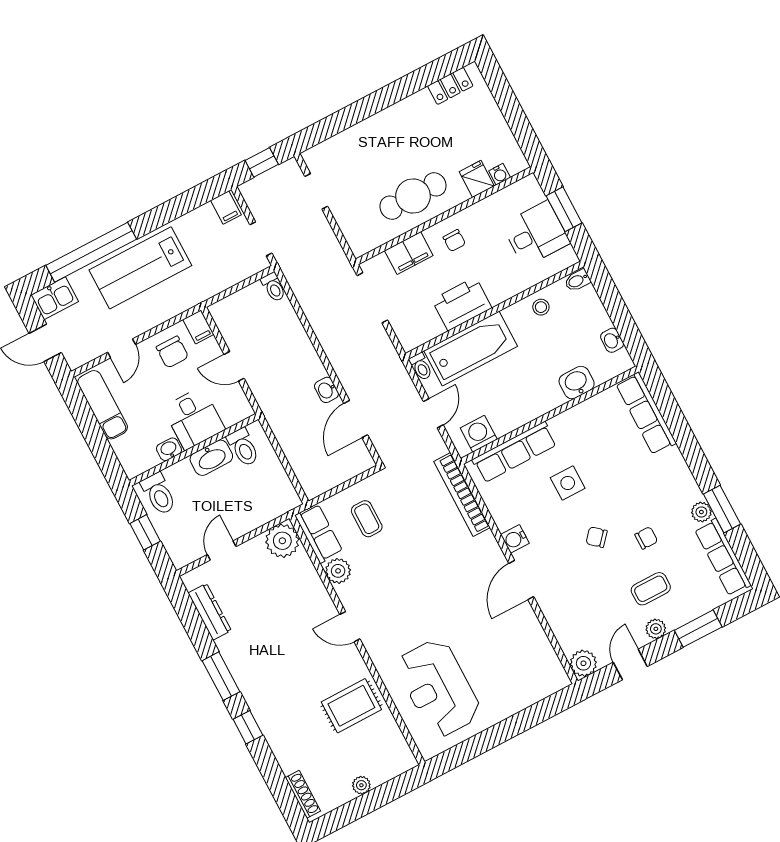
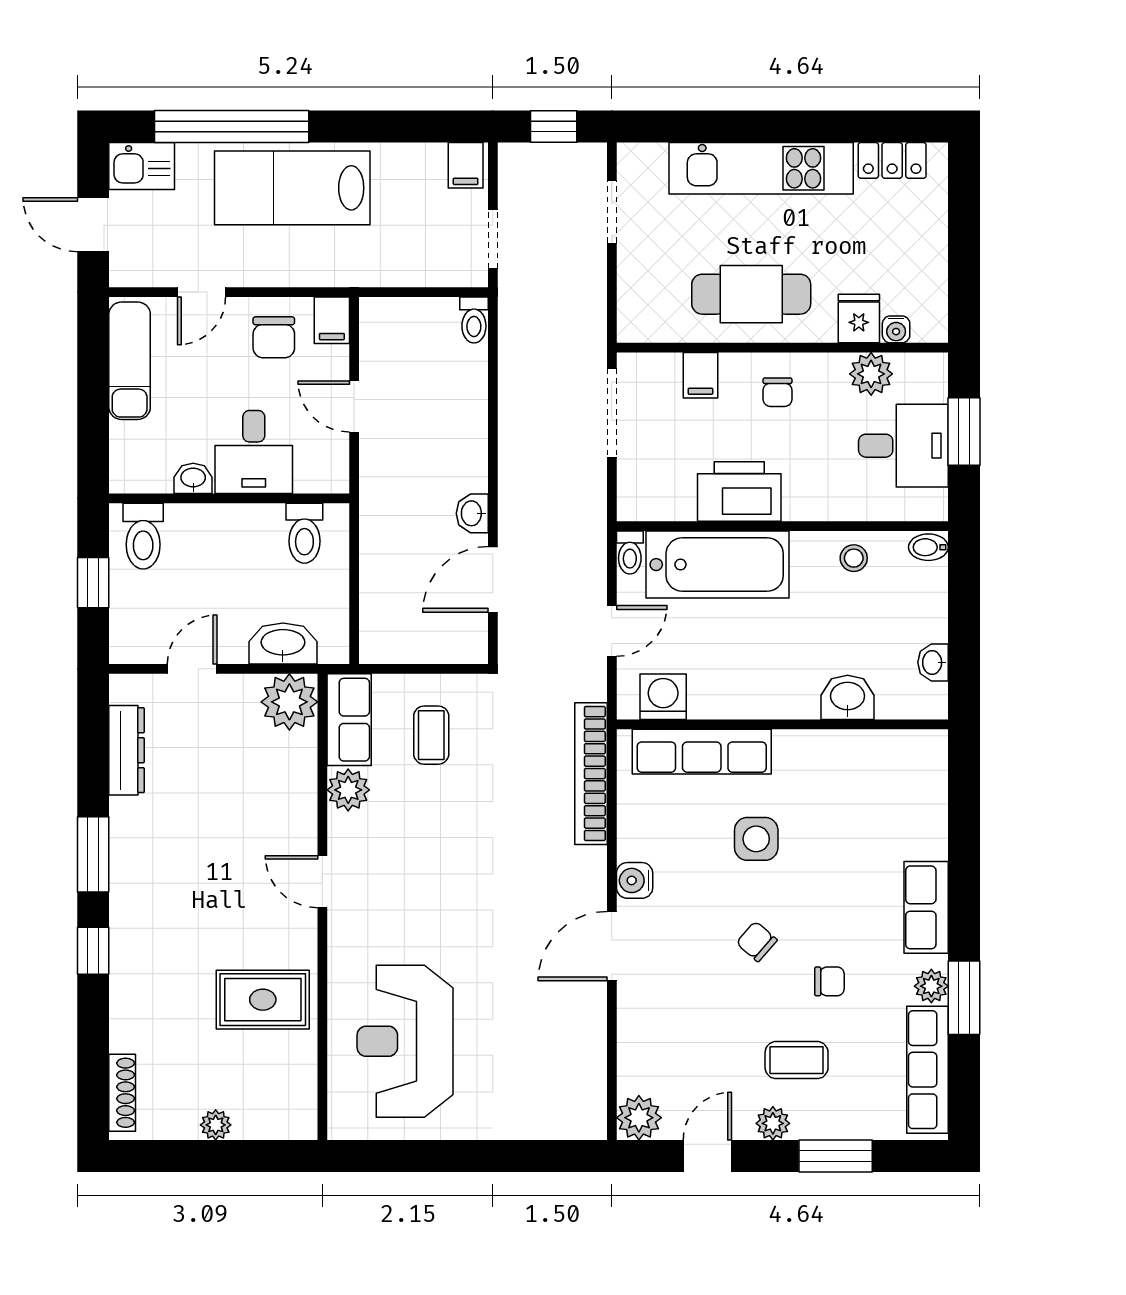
kitchen unit: (383, 127) -> (761, 168), added
plant: (499, 205) -> (871, 374), added
filing cabinet: (409, 253) -> (700, 375), width x0.50
row of seats: (646, 414) -> (926, 907), moved, width x0.68
washbasin: (211, 458) -> (283, 643), moved, turned 180

